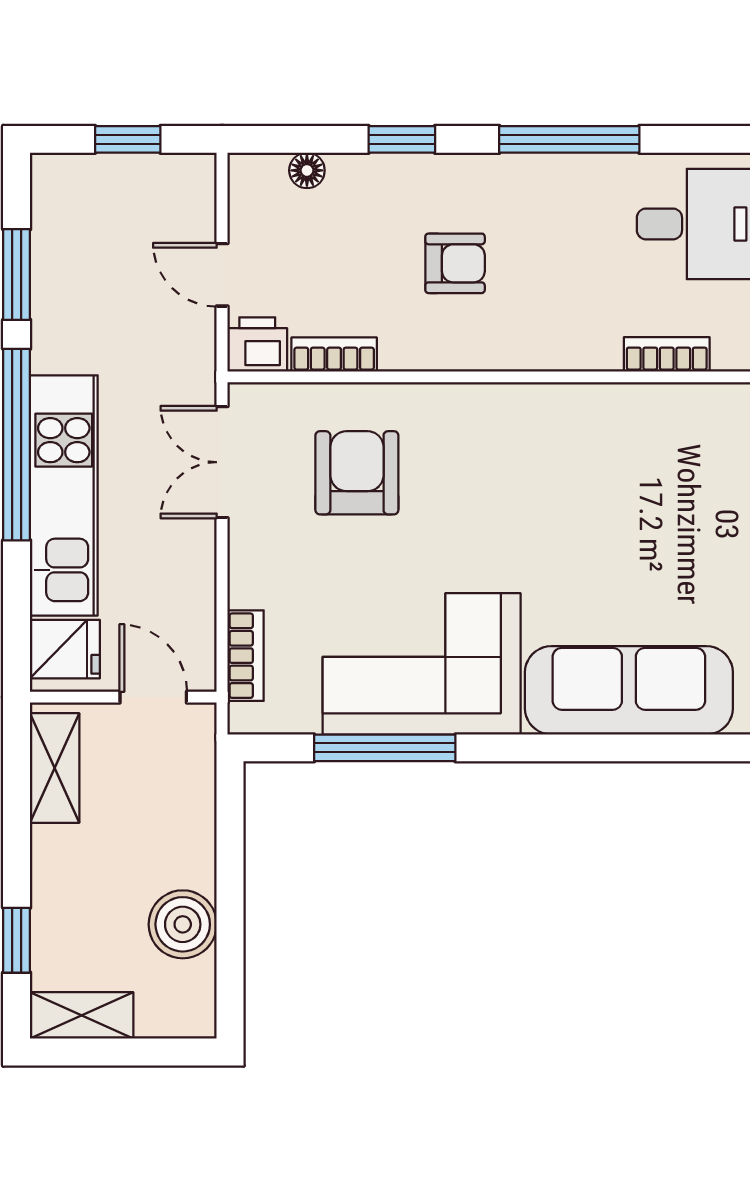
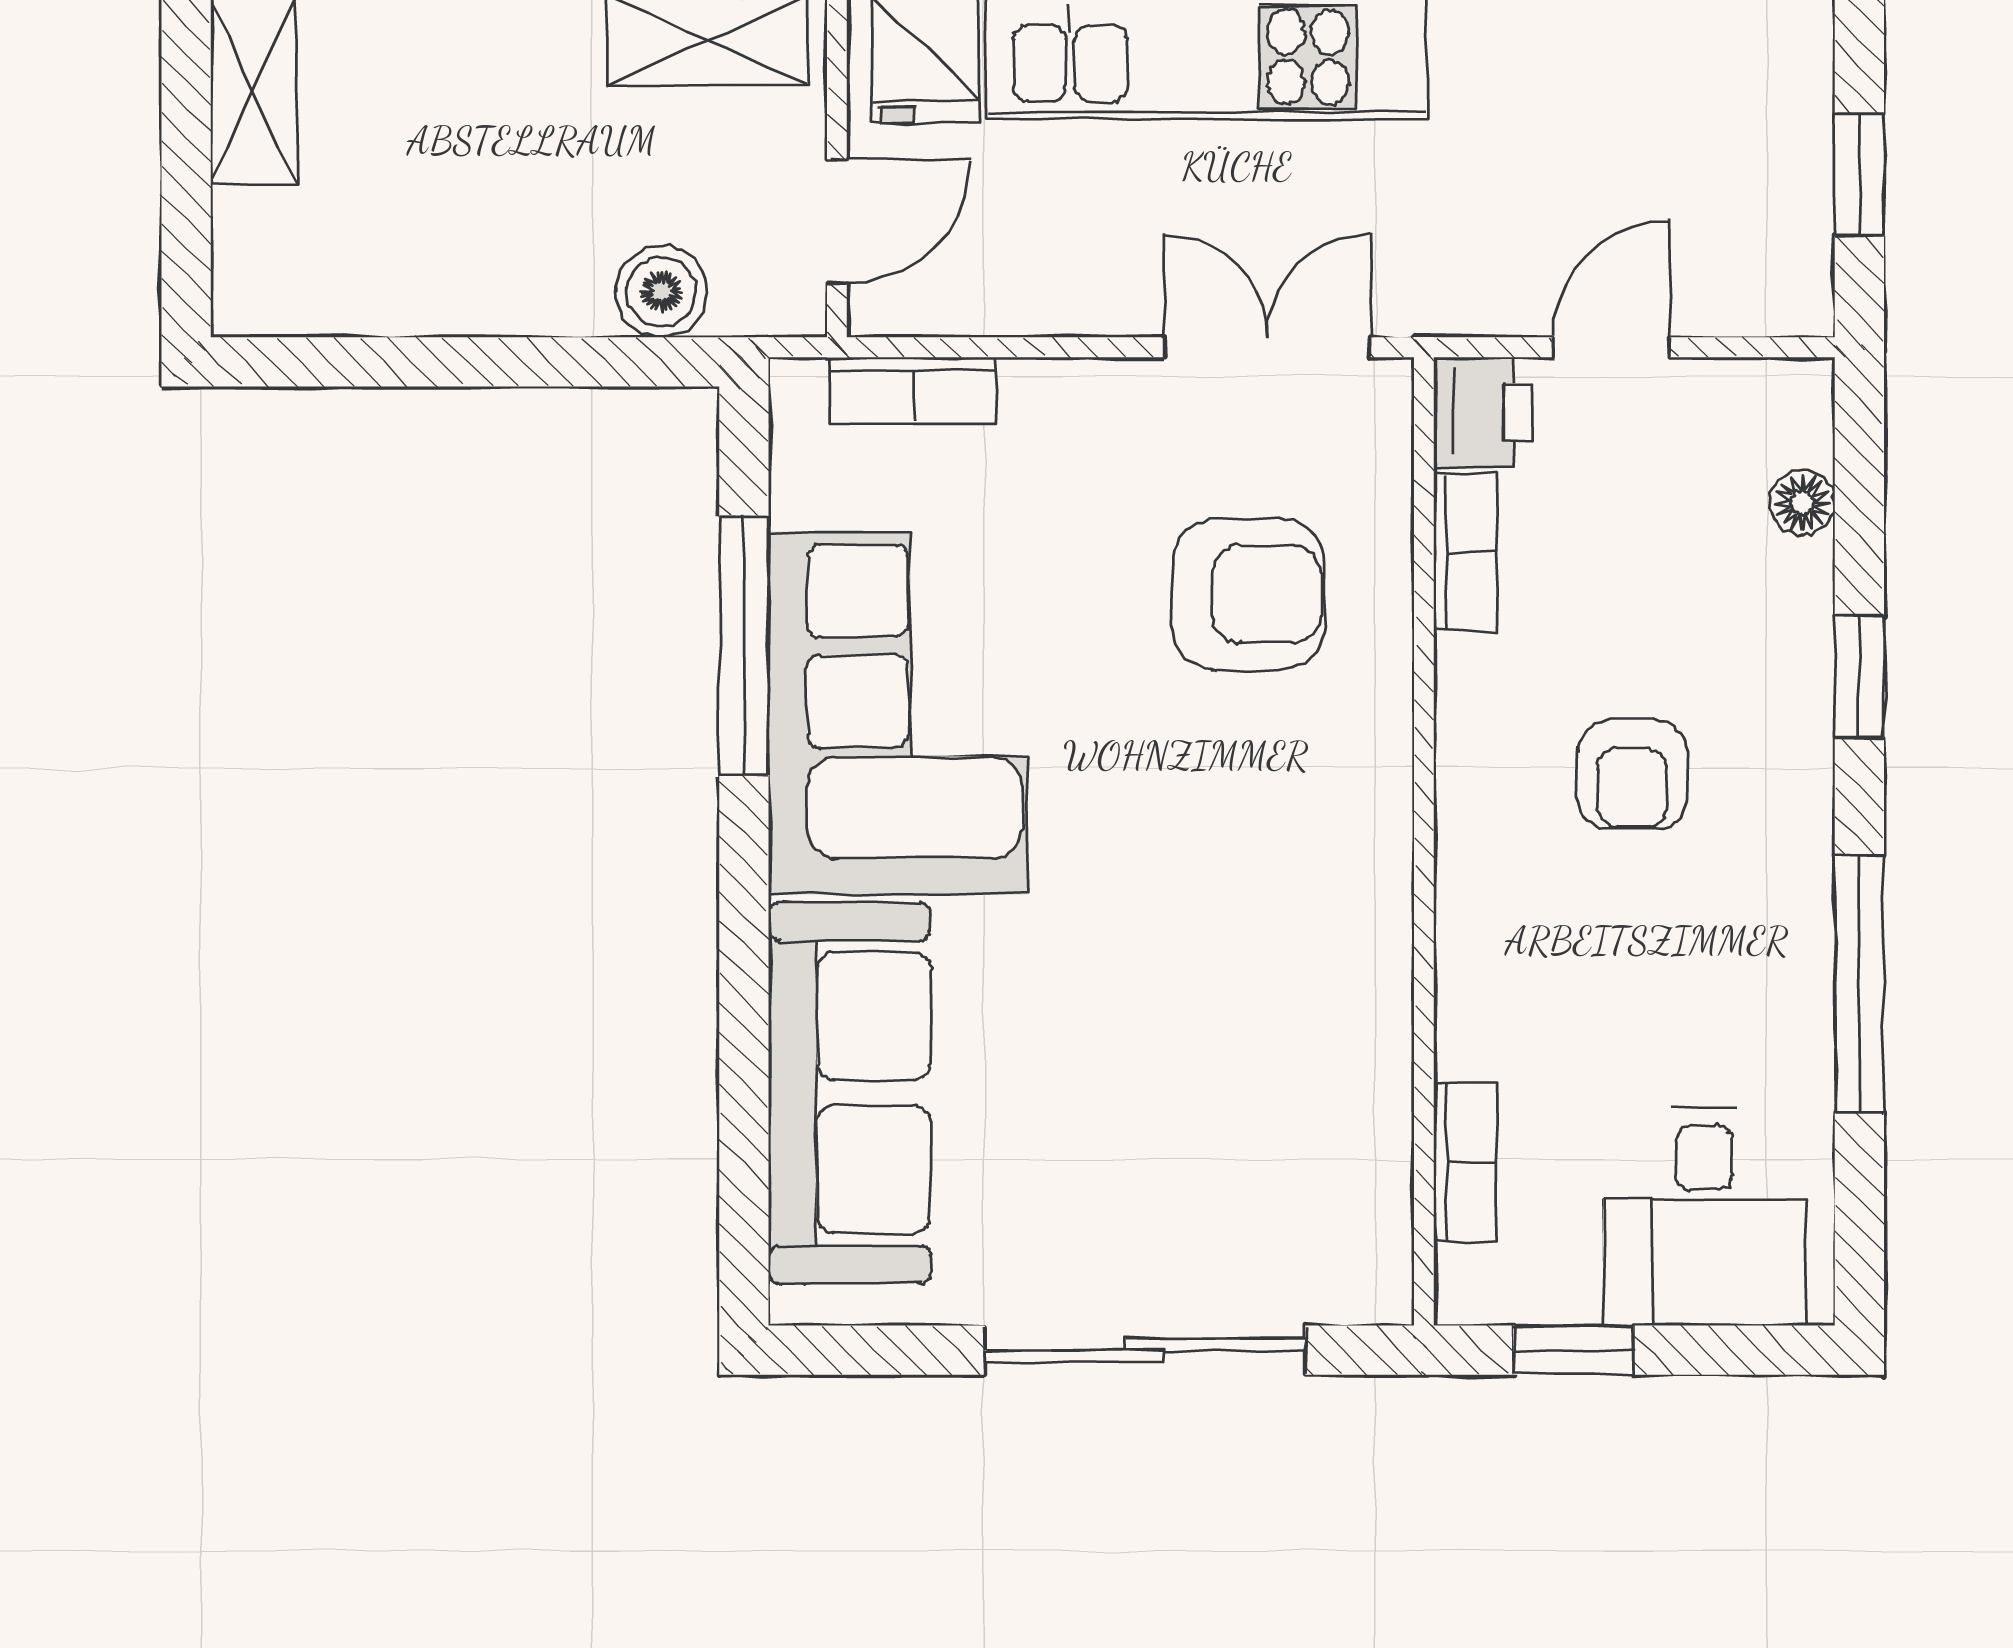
boiler: (183, 924) -> (661, 292), moved, width x0.73, depth x0.73

